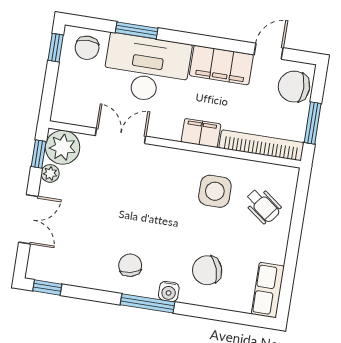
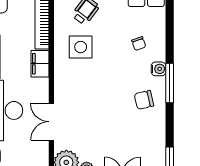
chair: (207, 270) -> (139, 44), width x0.54, depth x0.54

